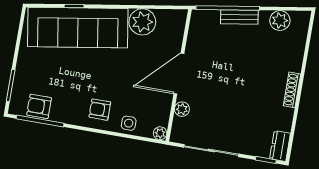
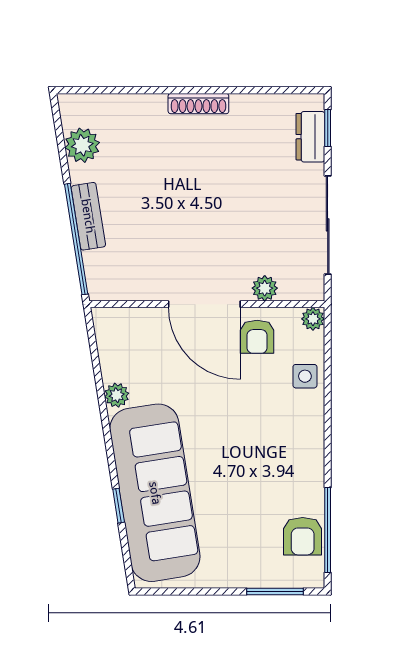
plant: (142, 22) -> (117, 395), width x0.53, depth x0.53
armchair: (100, 110) -> (257, 337), moved
dresser: (280, 146) -> (310, 137), moved, turned 90

